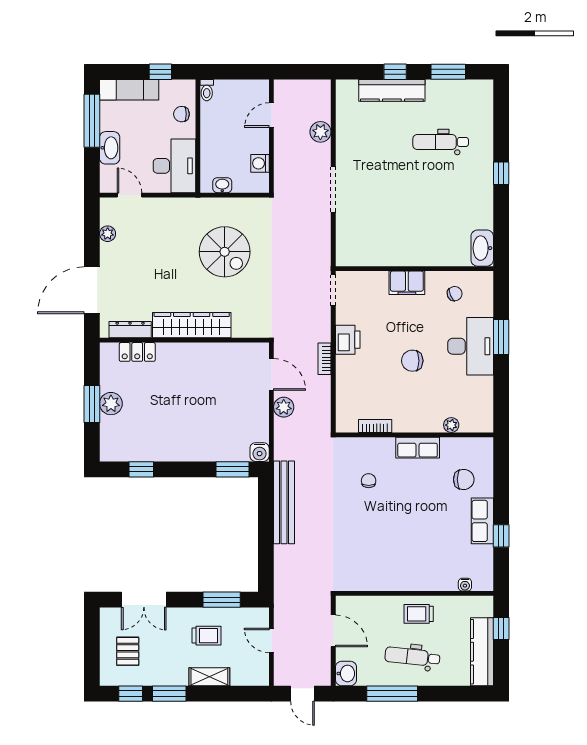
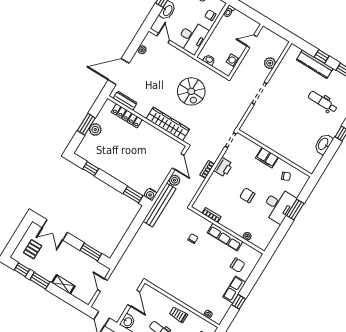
washbasin: (482, 248) -> (323, 144), moved
wardrobe: (192, 325) -> (168, 124), moved
locker: (137, 352) -> (127, 116), width x1.53
row of seats: (418, 448) -> (225, 237), width x1.48
bench: (284, 502) -> (159, 205), moved
trolley: (206, 636) -> (74, 264), removed

